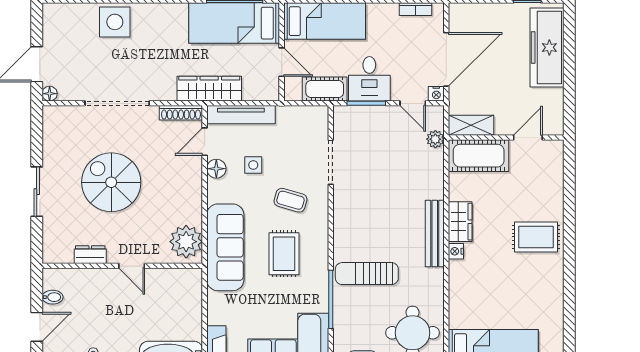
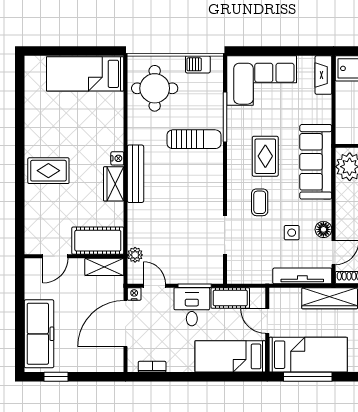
coffee table: (290, 200) -> (260, 202), turned 74

